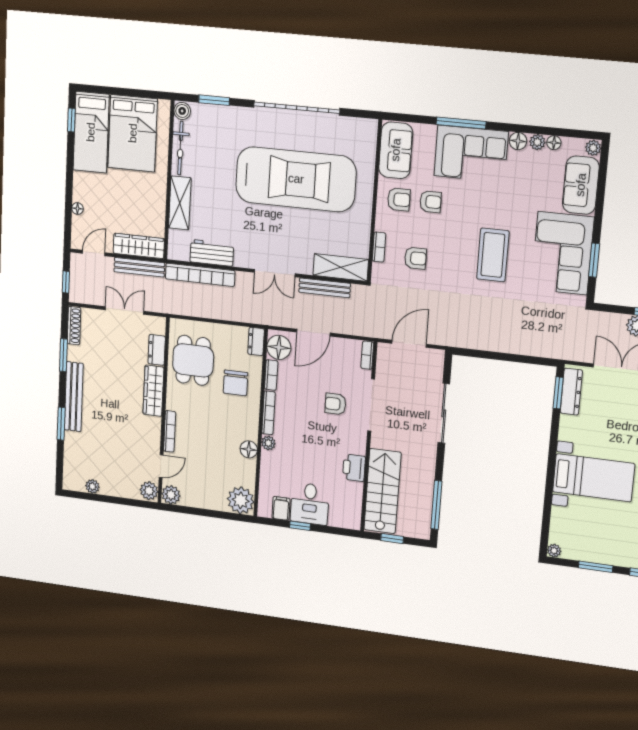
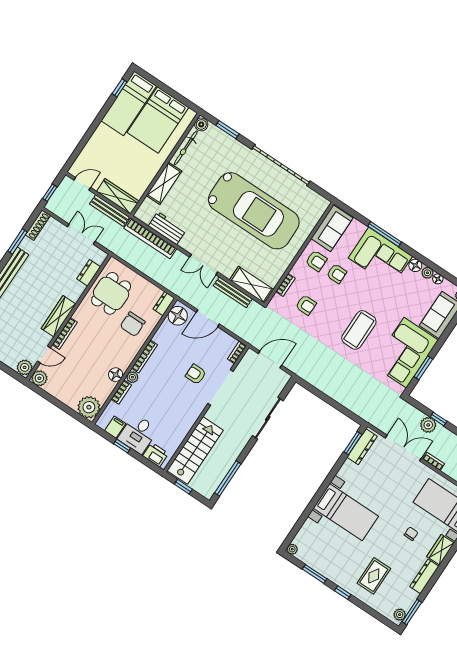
floor lamp: (77, 209) -> (88, 148), removed
bookcase: (271, 375) -> (121, 392), moved
wardrobe: (153, 391) -> (59, 316), moved
printer: (354, 468) -> (156, 455), moved, turned 90

